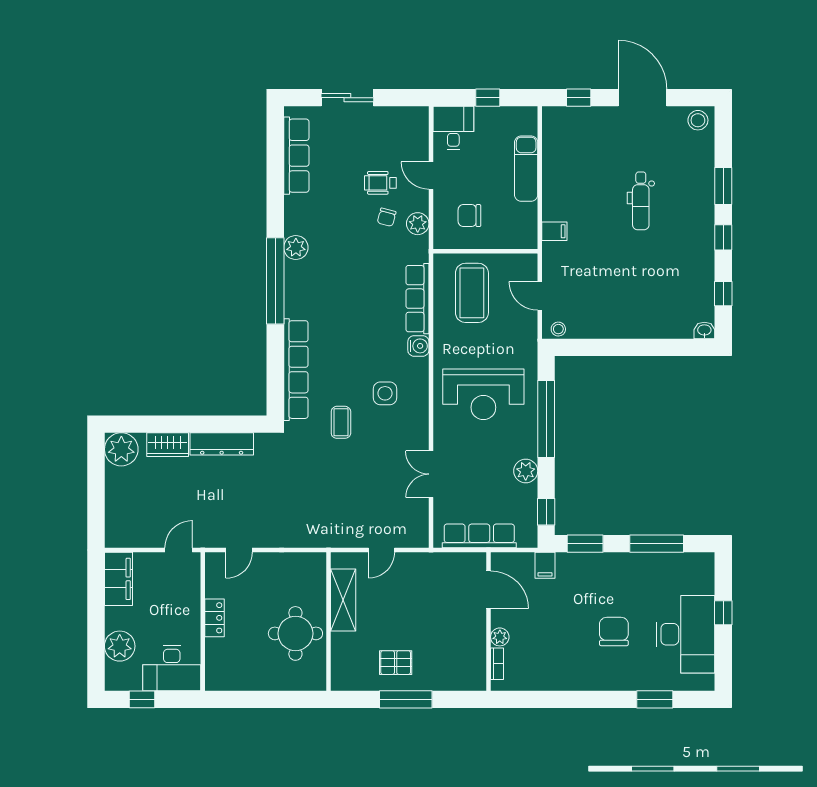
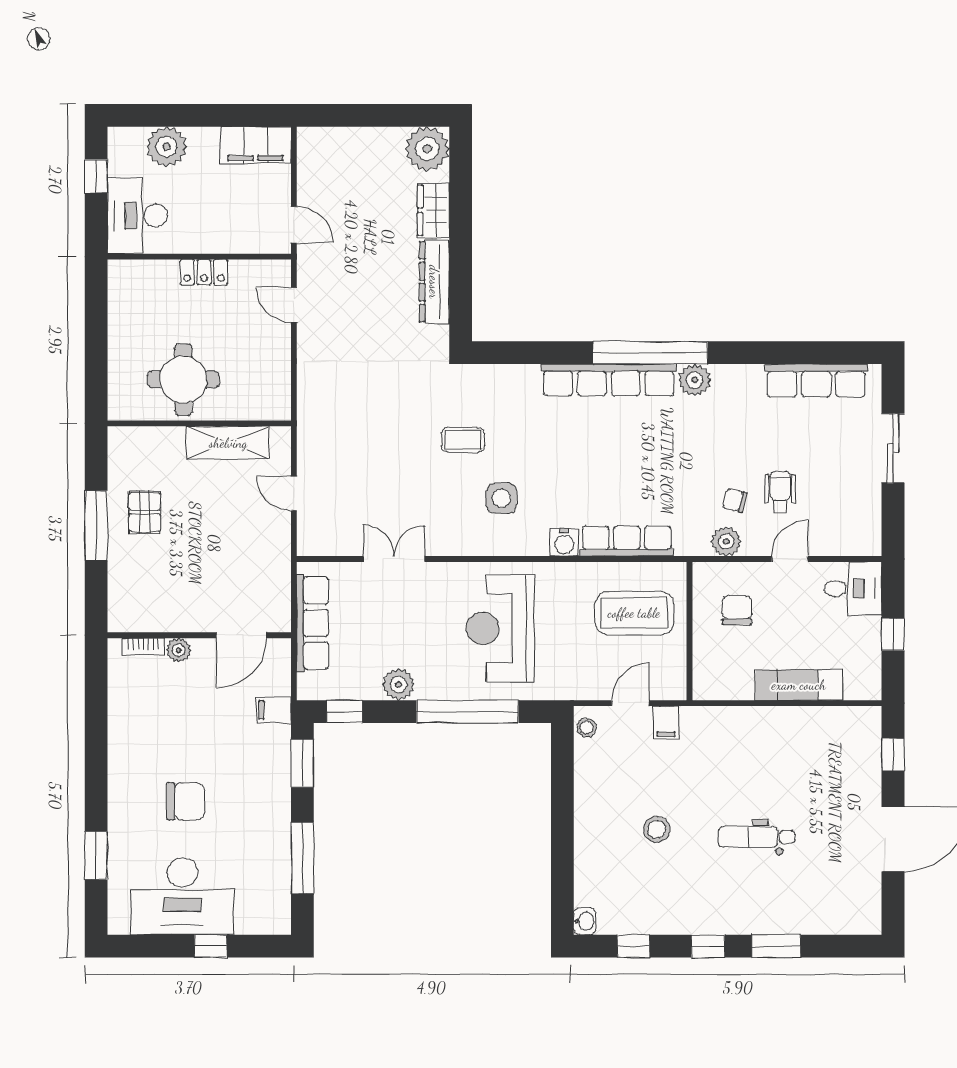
stool: (698, 120) -> (657, 829), moved
filing cabinet: (554, 231) -> (666, 722), moved
row of seats: (296, 370) -> (609, 380), moved

